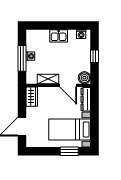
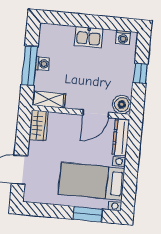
shelving: (48, 79) -> (49, 99), moved
door: (68, 85) -> (96, 114), hinge flipped

